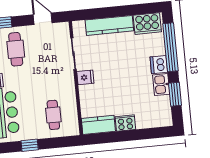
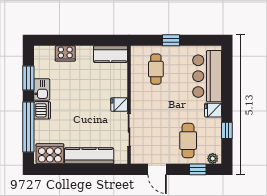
cooker: (125, 123) -> (65, 53), moved
window: (30, 145) -> (171, 40), moved

